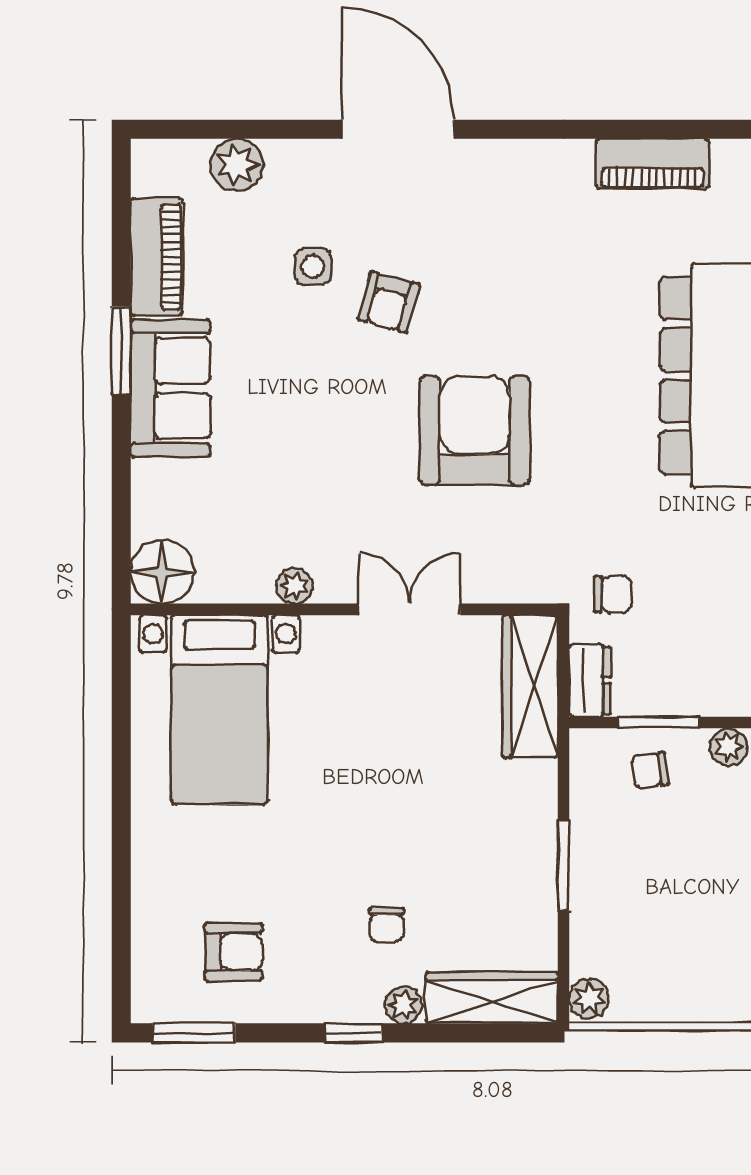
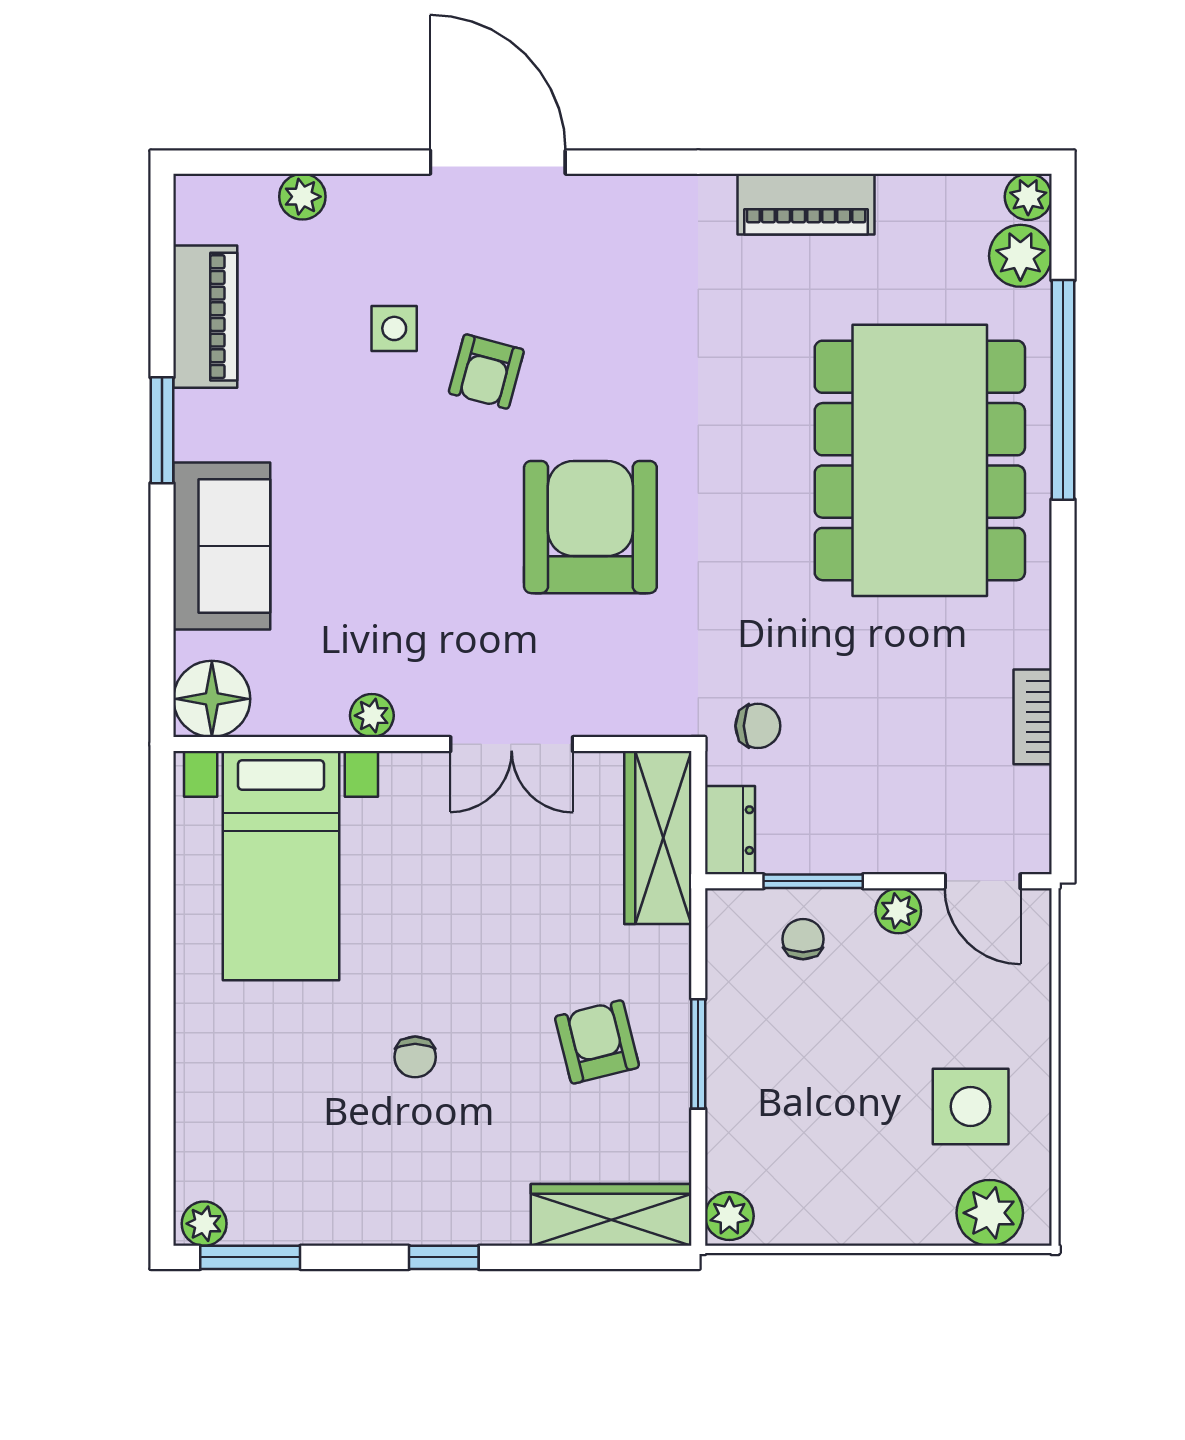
plant: (237, 165) -> (302, 197), width x0.73, depth x0.73
sofa: (170, 388) -> (222, 546), moved
double door: (410, 609) -> (512, 744), swing flipped
chair: (650, 770) -> (803, 939), turned 97
chair: (387, 925) -> (415, 1057), moved
armchair: (233, 952) -> (597, 1042), moved, turned -104
plant: (403, 1005) -> (204, 1224), moved

